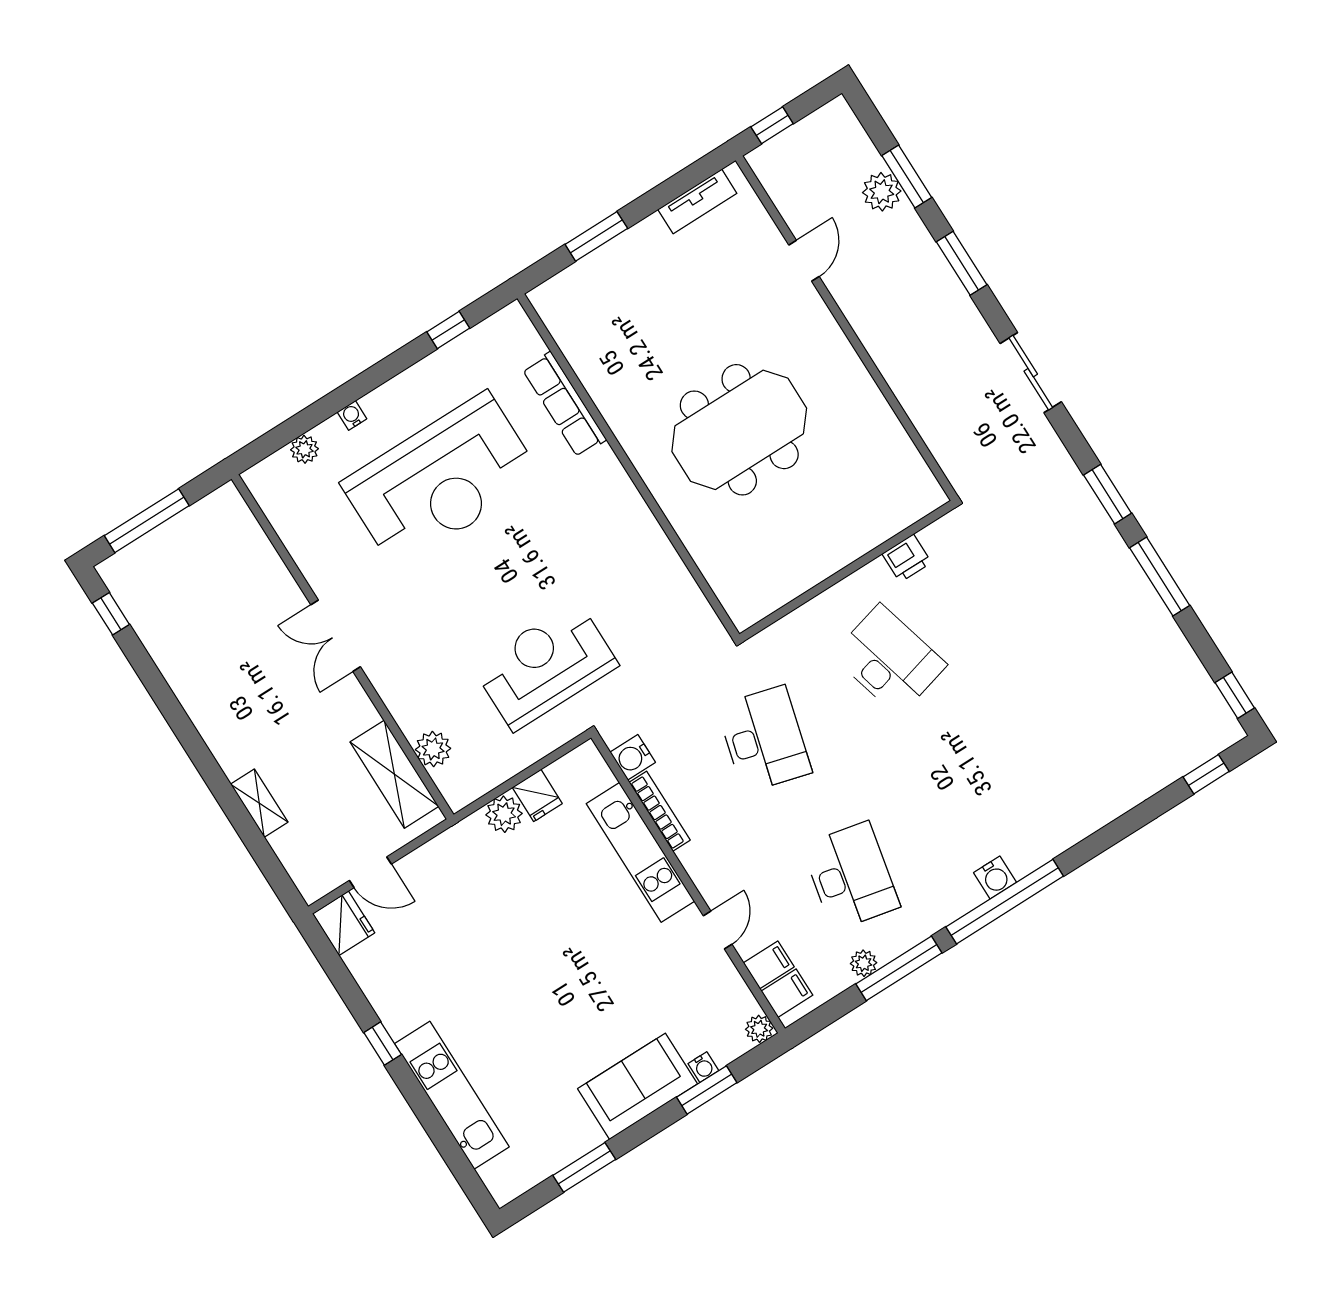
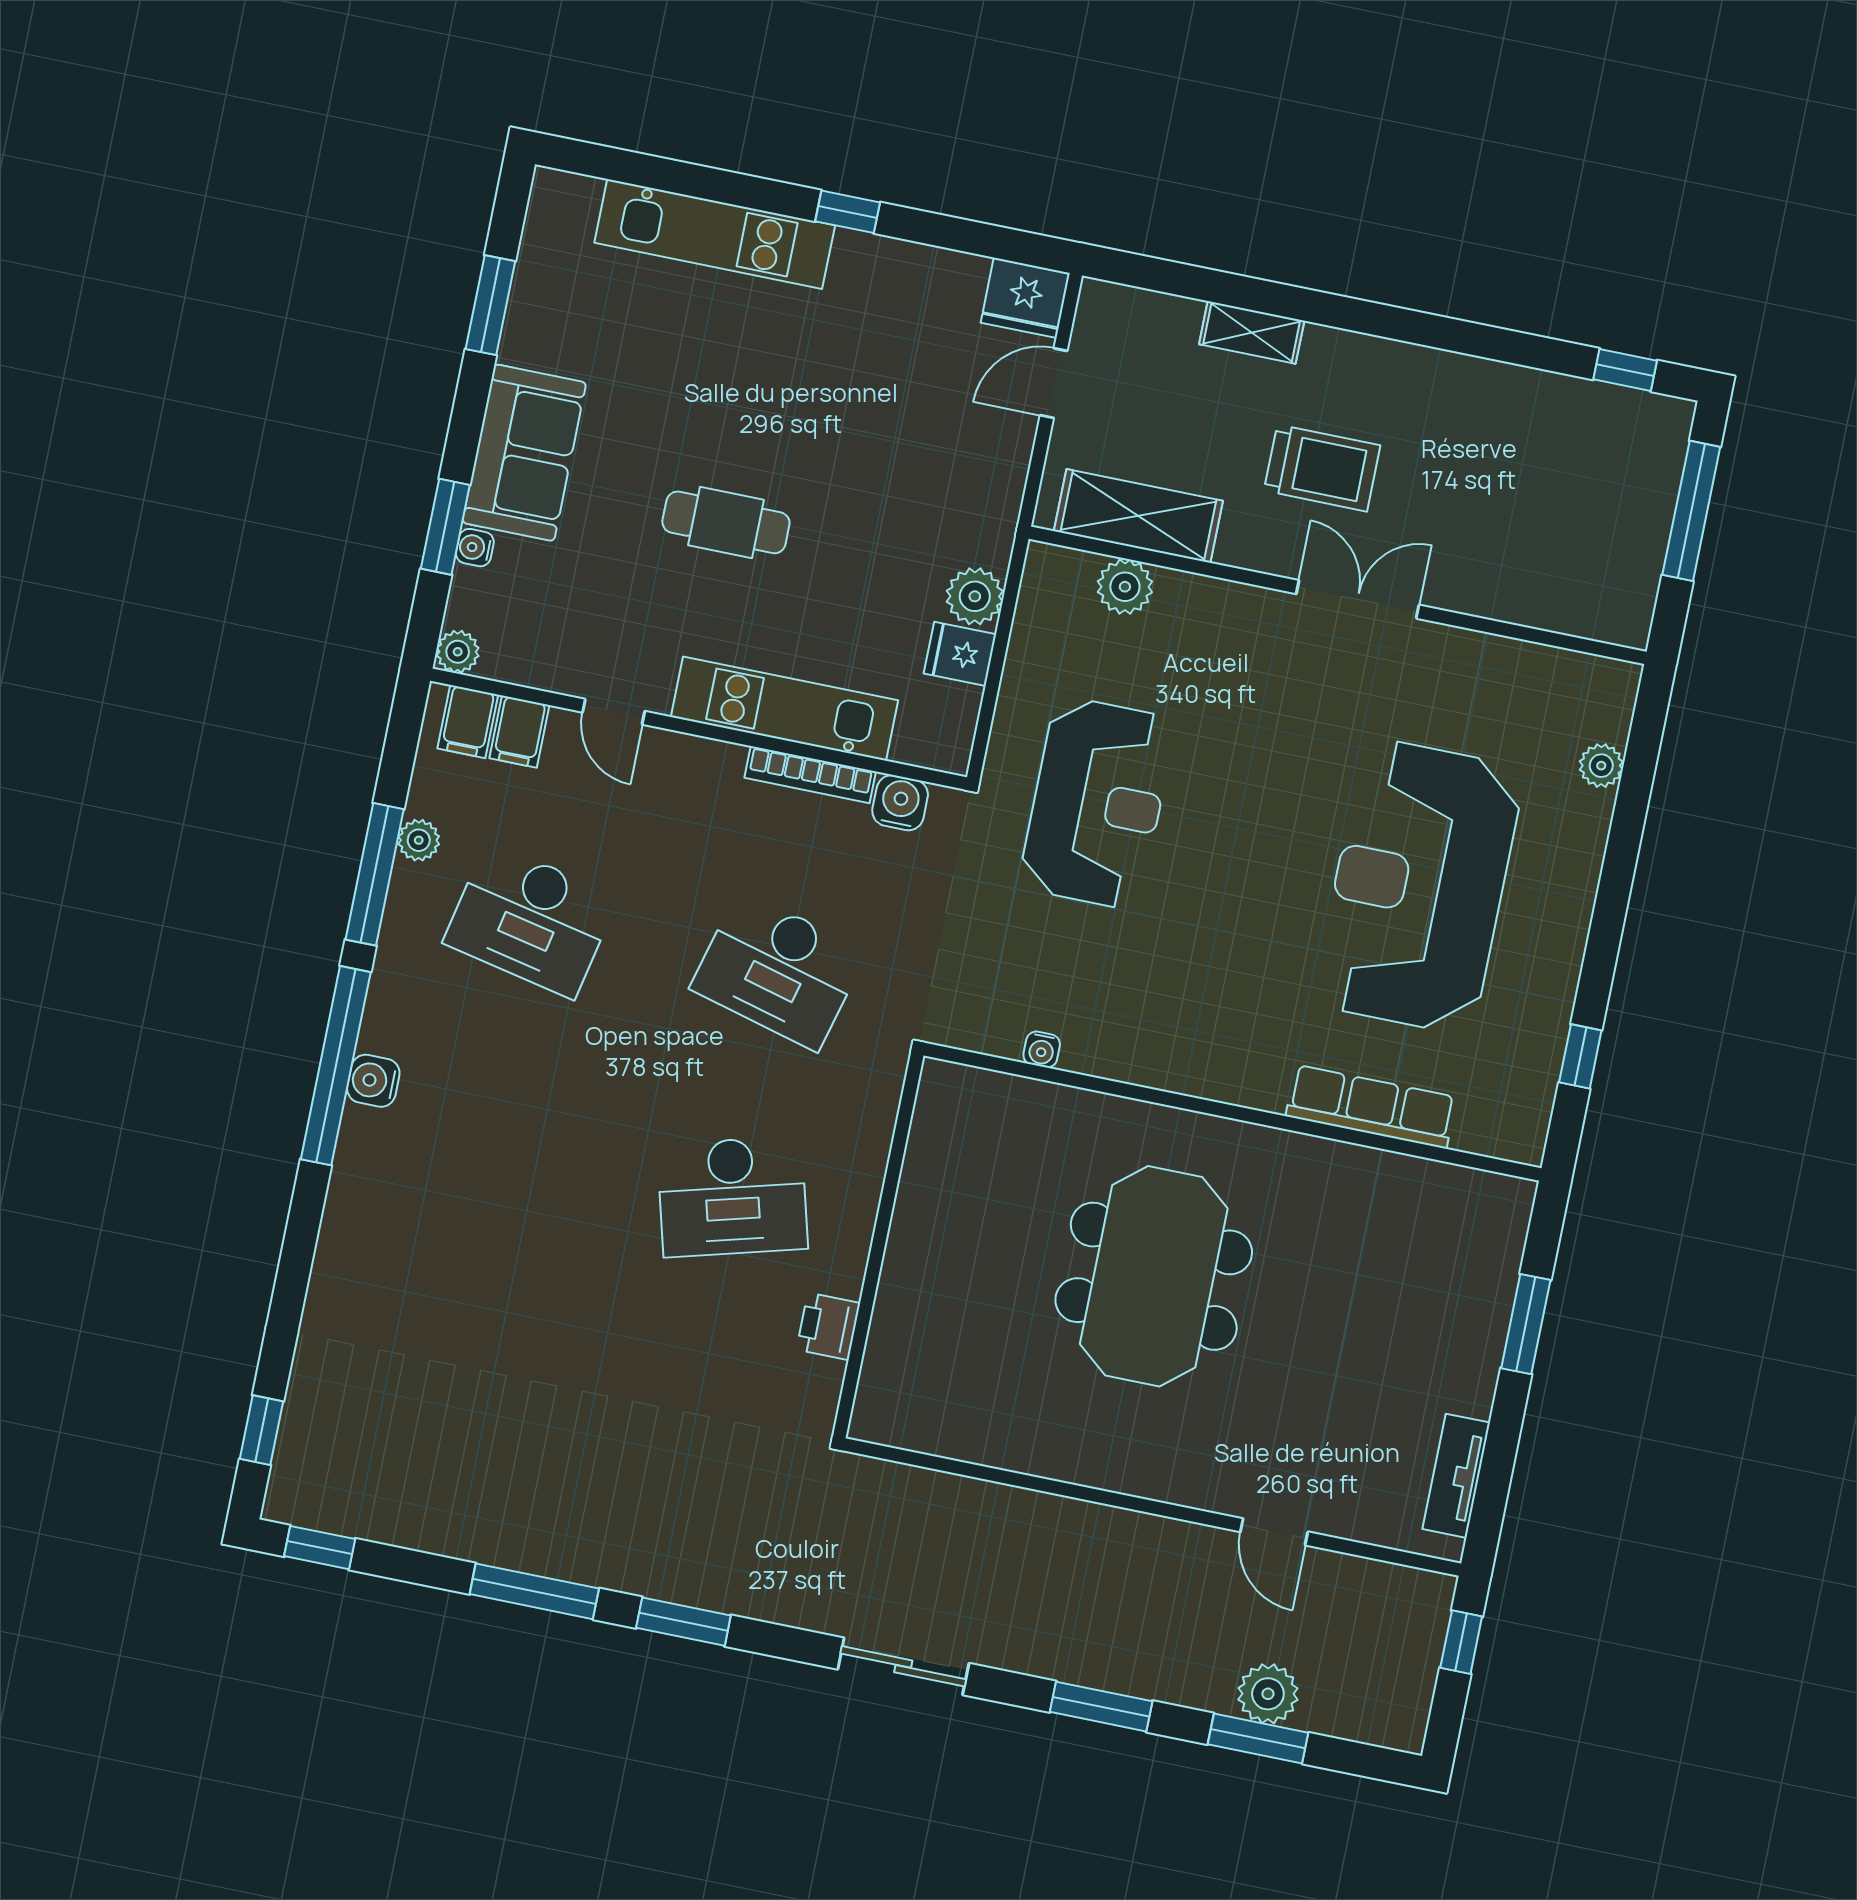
water cooler: (352, 415) -> (1042, 1050), moved, turned 90
trolley: (291, 710) -> (1322, 468), added
cafe table: (580, 962) -> (726, 522), added

